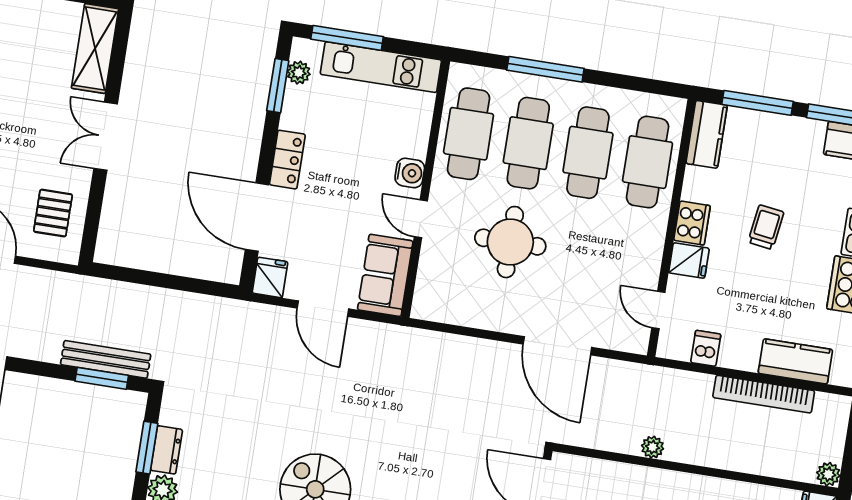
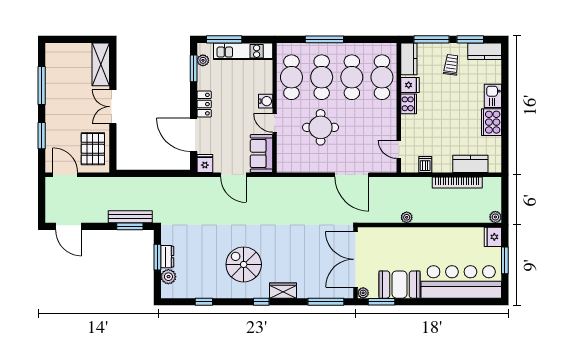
pallet: (53, 213) -> (93, 149), width x1.50, depth x1.42
trolley: (766, 227) -> (451, 65), moved
fridge: (689, 261) -> (410, 85), moved

